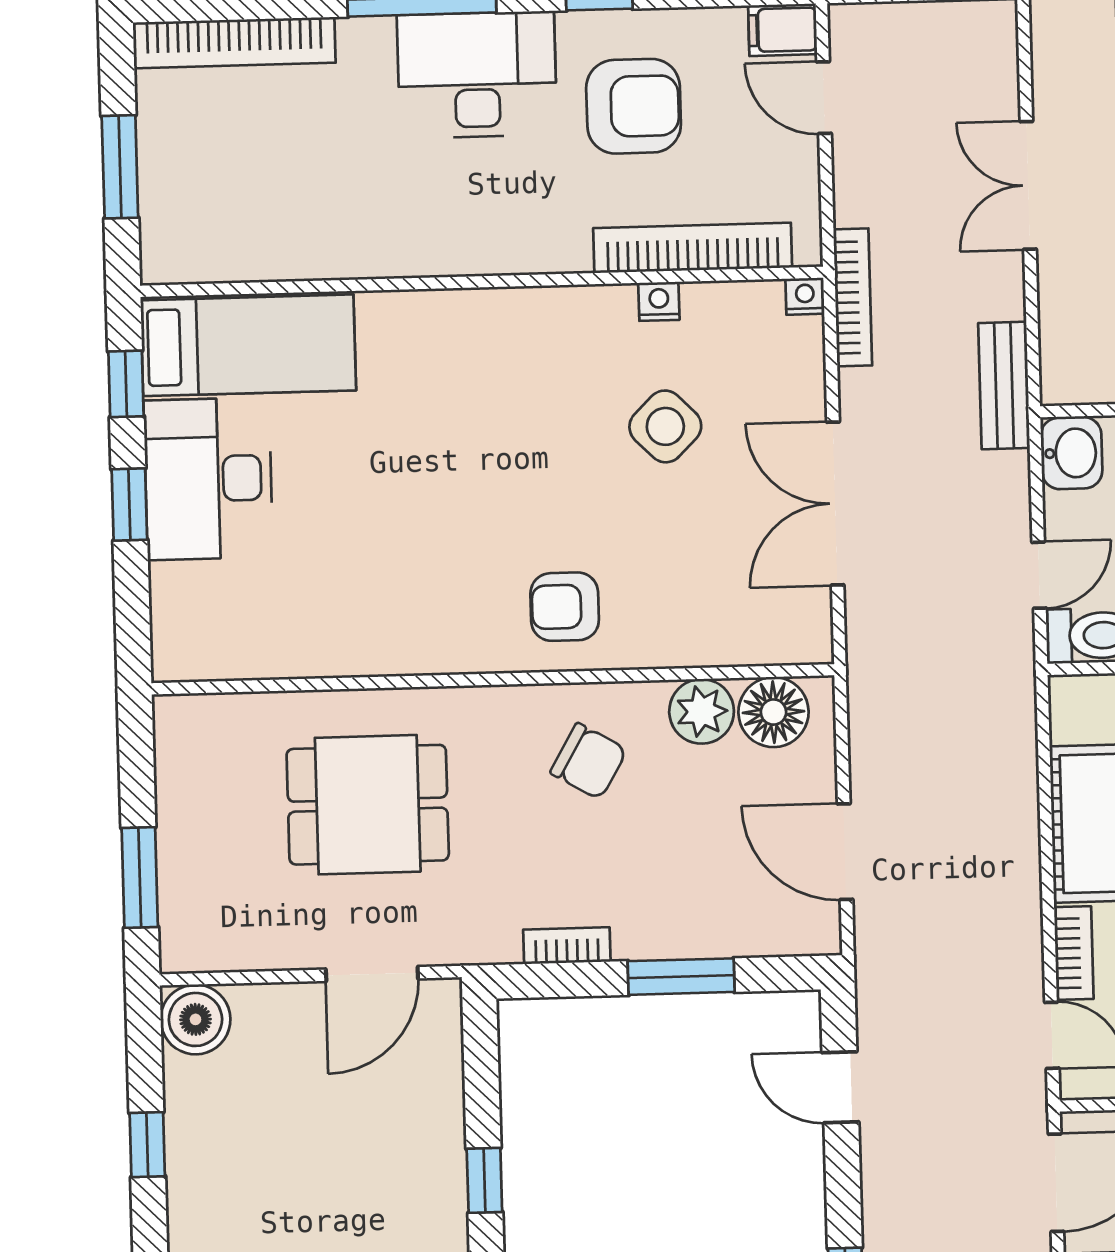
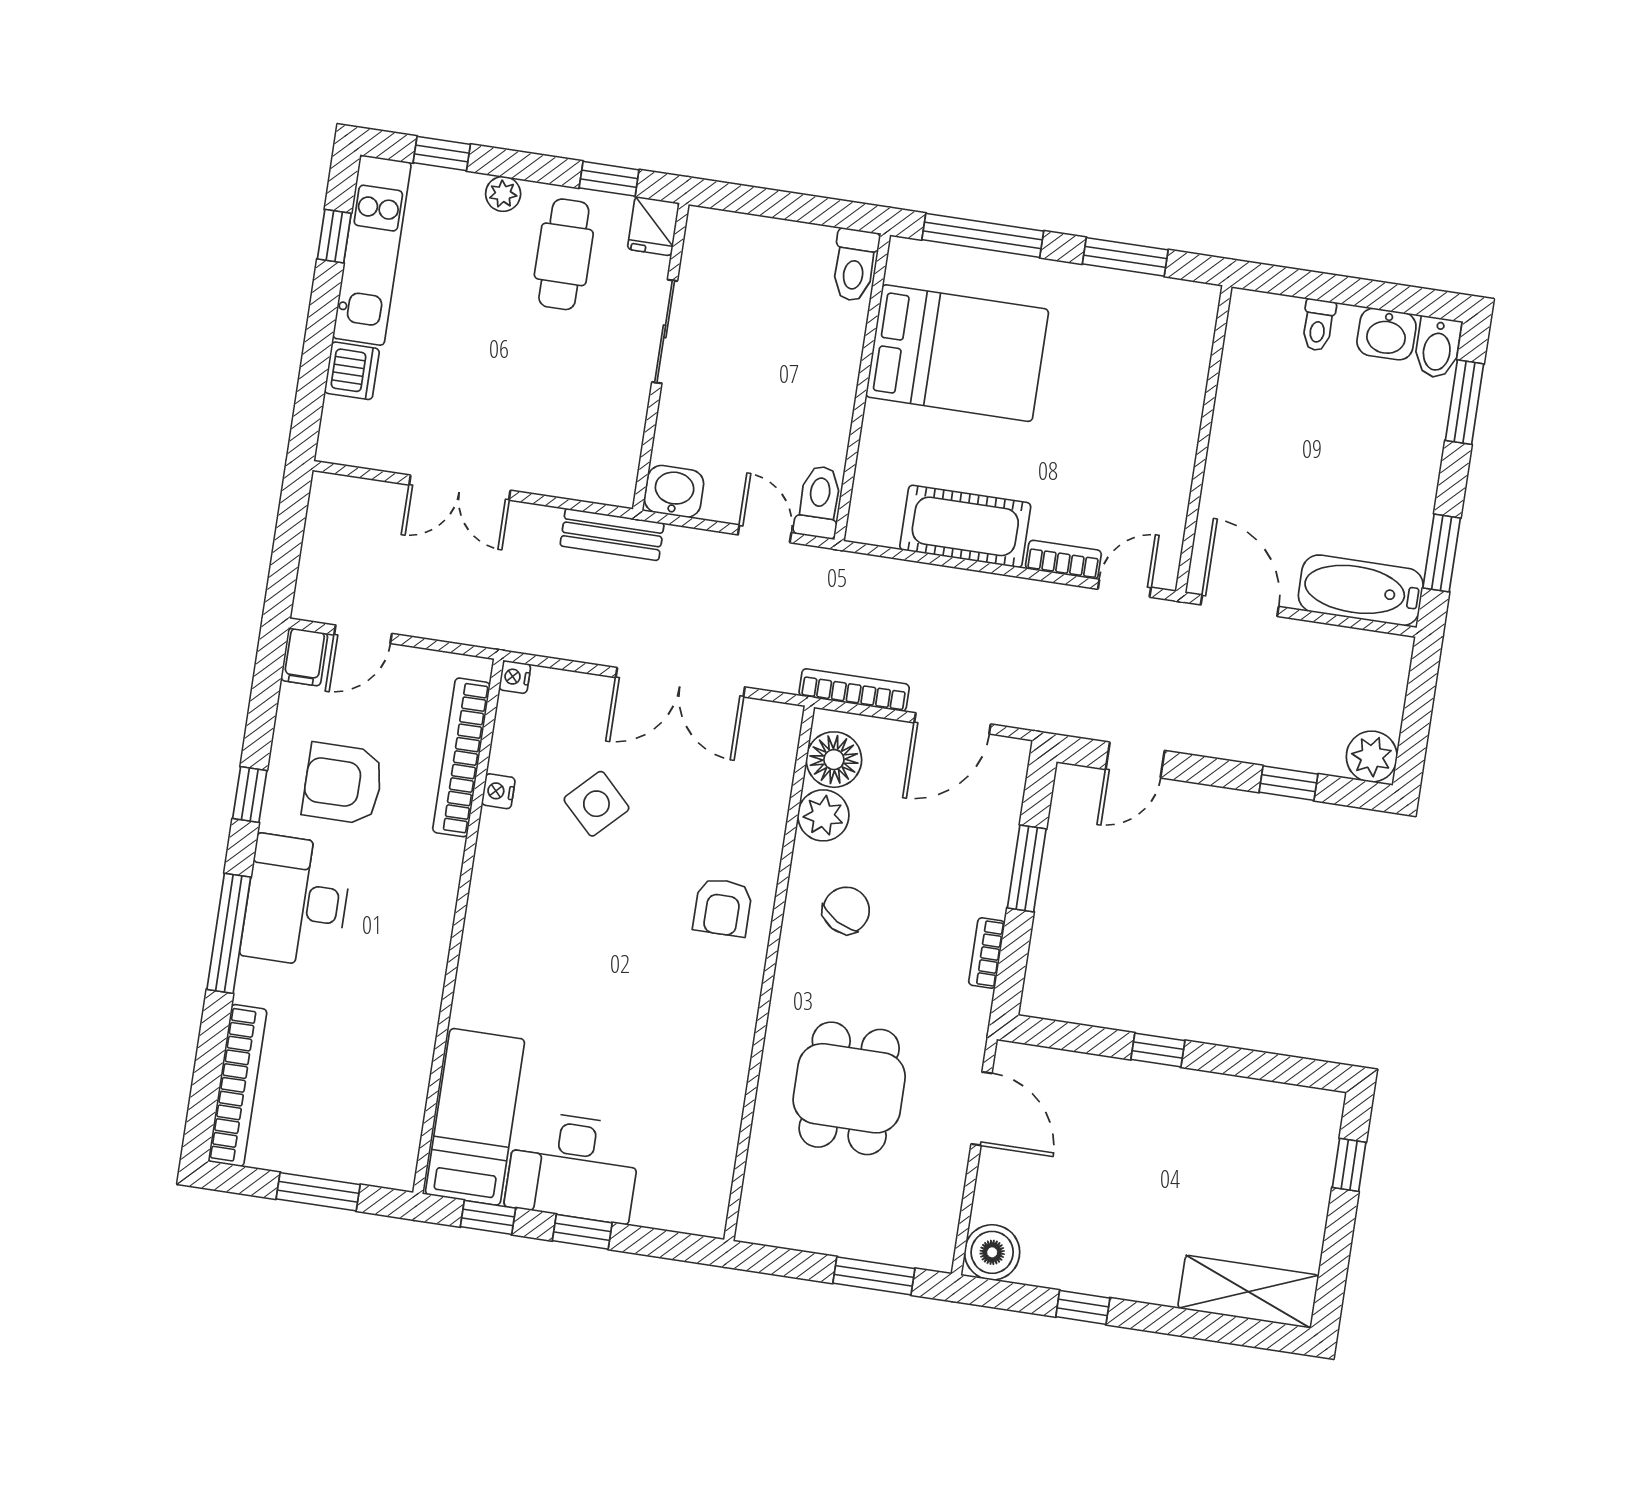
armchair: (634, 106) -> (343, 784), turned -90
bookcase: (853, 297) -> (854, 690), moved

